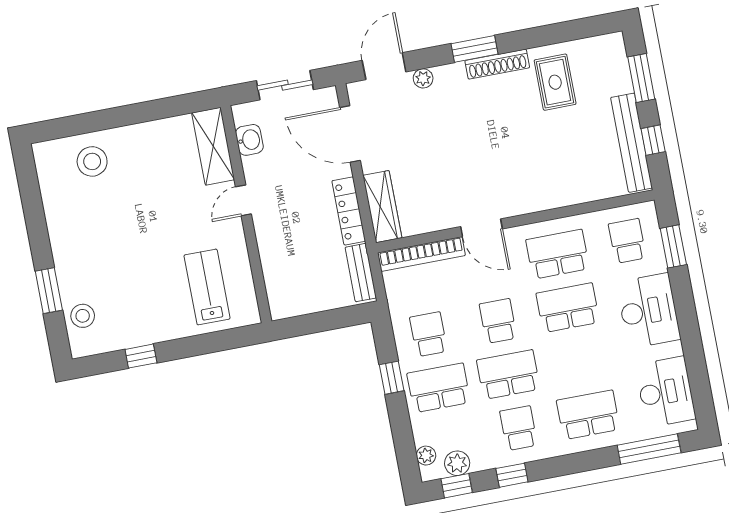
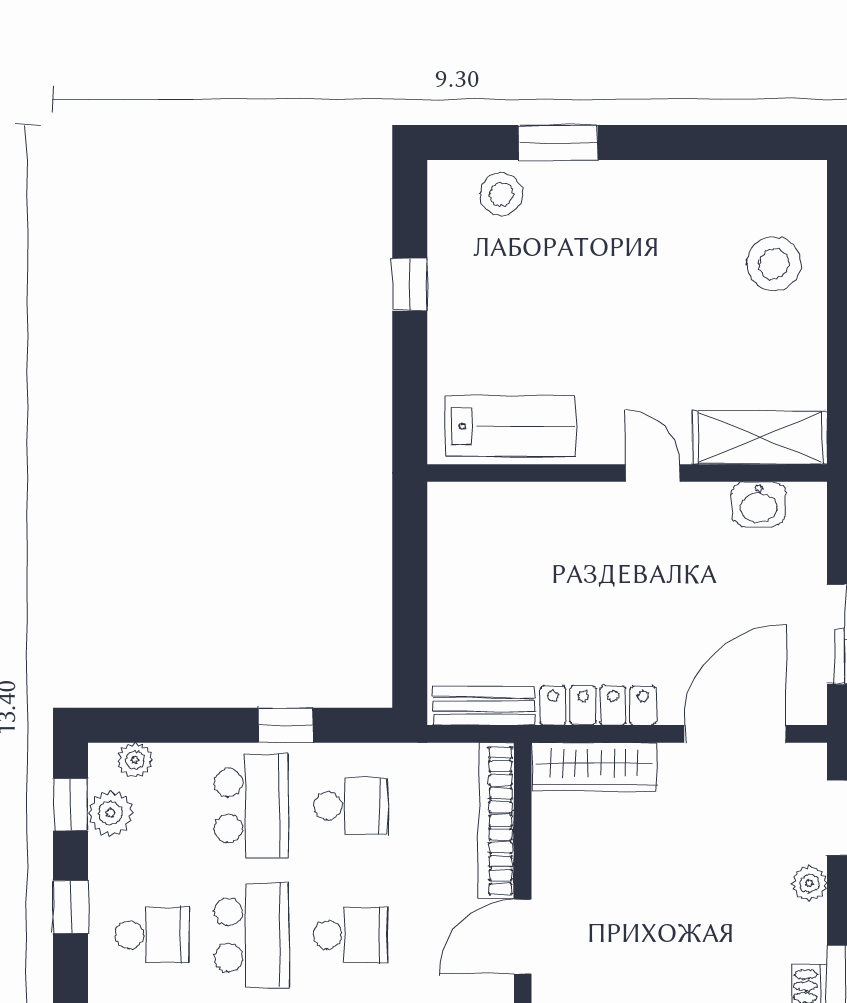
washbasin: (249, 140) -> (759, 504), moved
shelving: (213, 146) -> (760, 437), moved
door: (243, 200) -> (653, 473), moved
wall: (246, 214) -> (627, 473), moved

